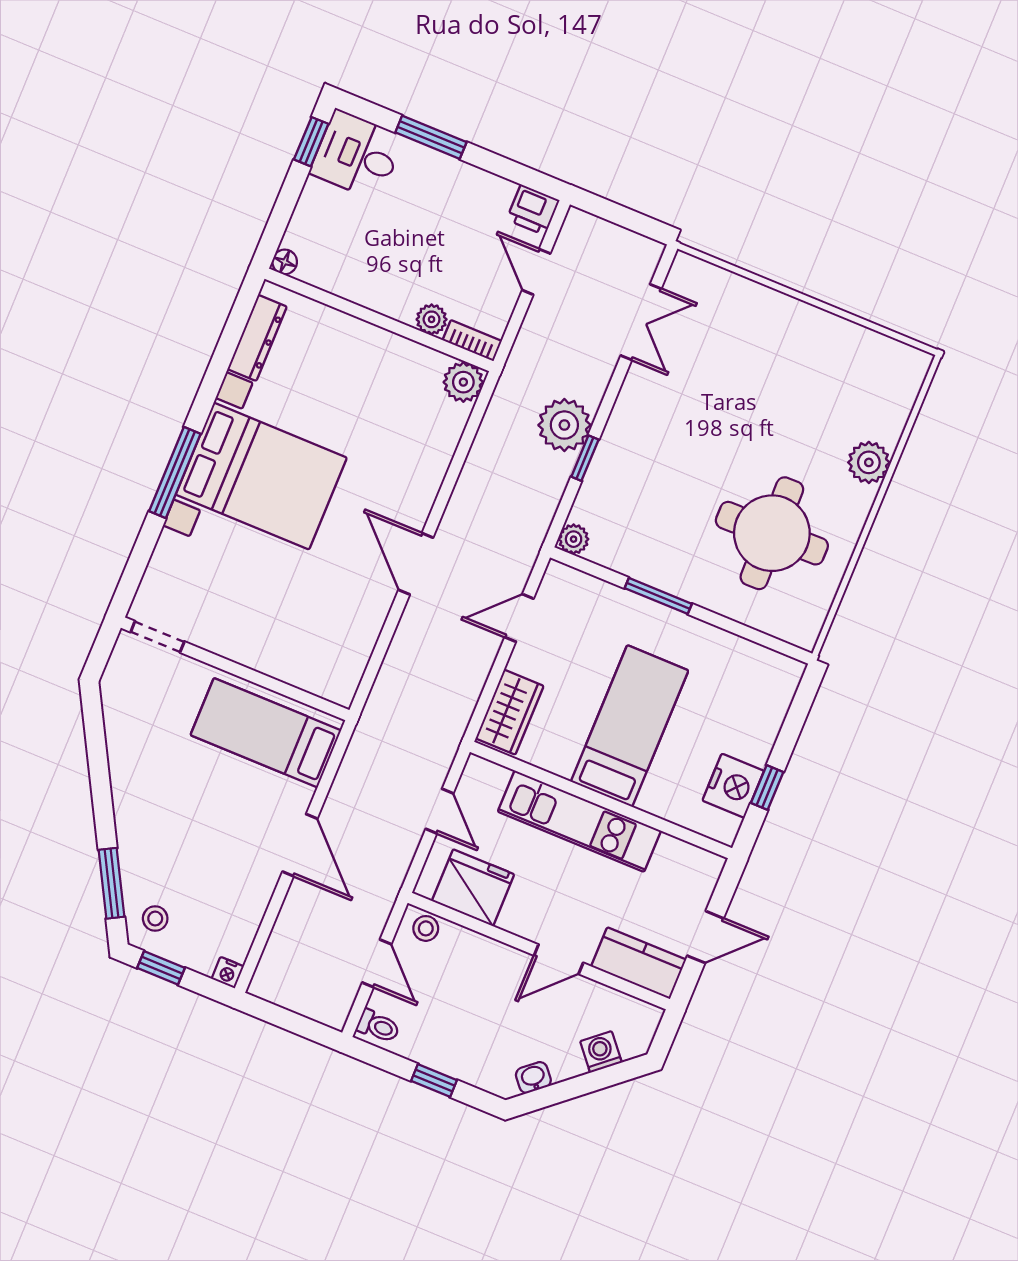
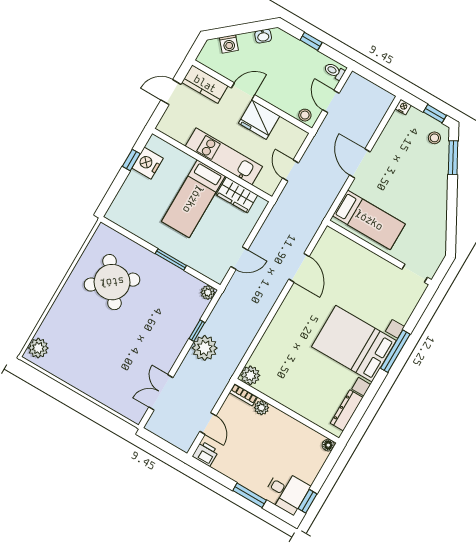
plant: (869, 462) -> (38, 348), moved
round table: (772, 533) -> (112, 282), turned -36
door: (416, 564) -> (299, 268), moved
wardrobe: (510, 712) -> (237, 195), moved, turned -90
fridge: (473, 888) -> (259, 120), moved

